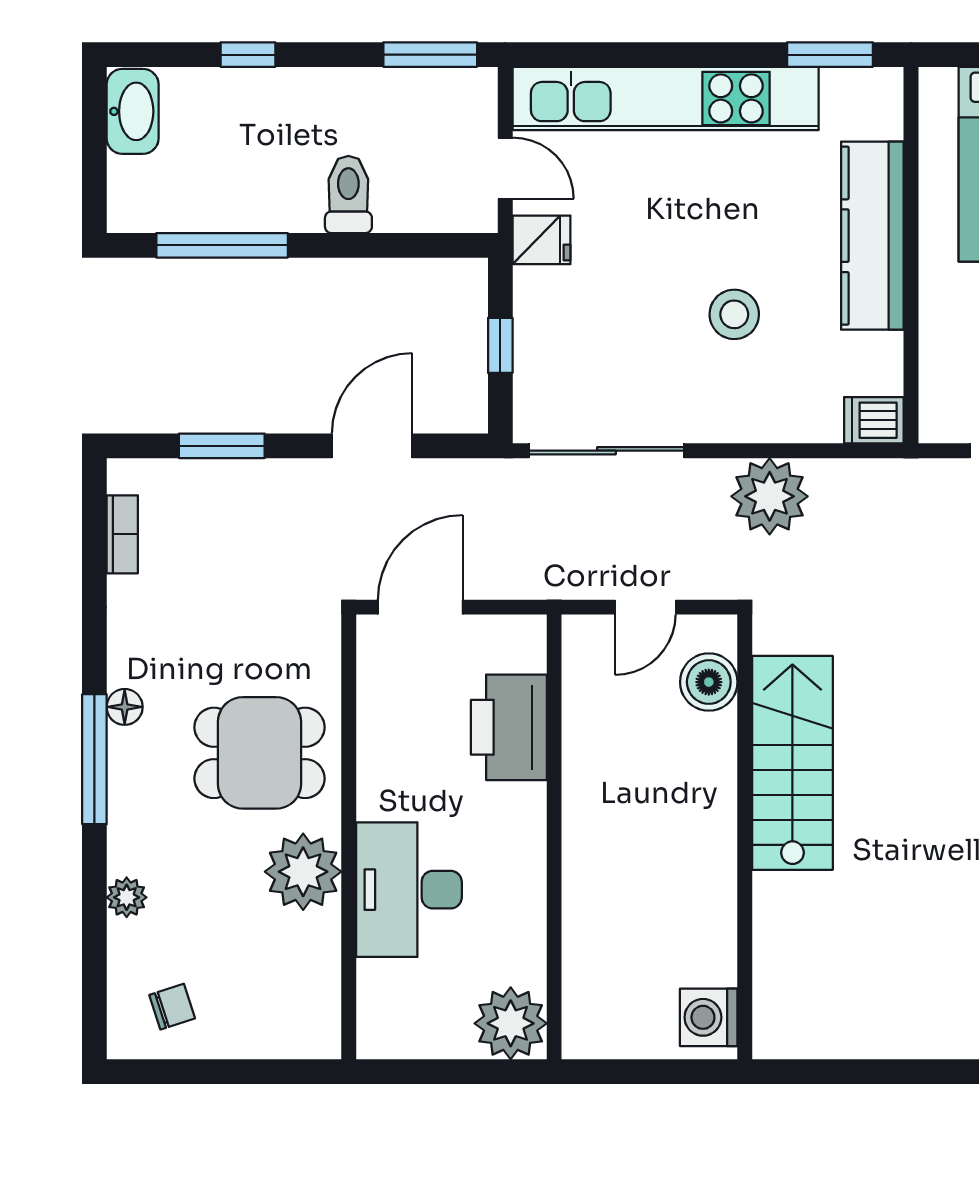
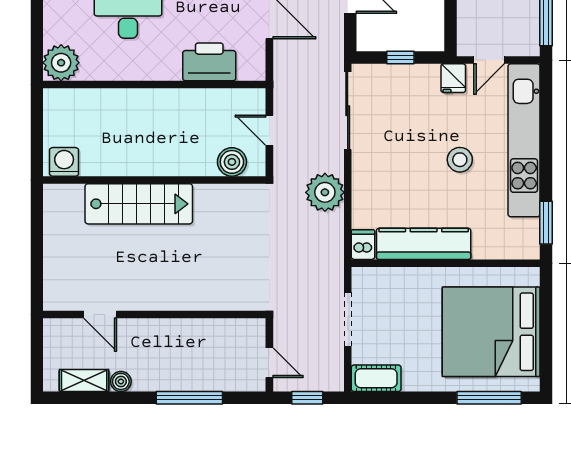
kitchen counter: (872, 236) -> (424, 244), moved
stool: (734, 314) -> (460, 160), moved
stairs: (792, 763) -> (139, 204), moved

